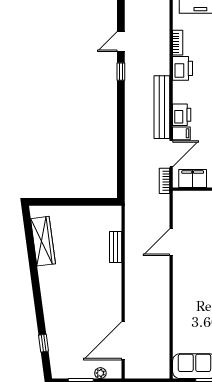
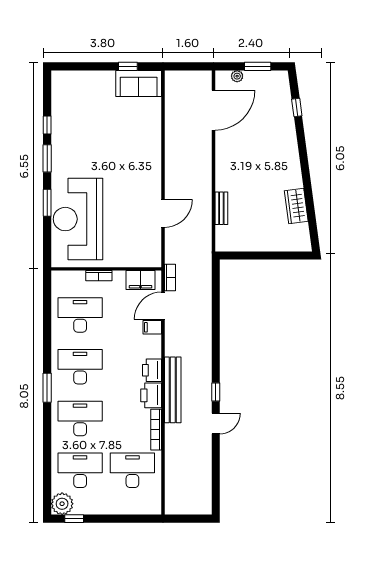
bookcase: (178, 43) -> (156, 430), width x1.56
bench: (162, 107) -> (173, 390), moved
printer: (182, 115) -> (152, 370), moved
wardrobe: (43, 241) -> (296, 206), width x0.67

